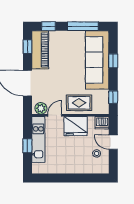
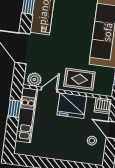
window: (27, 146) -> (14, 109), moved

